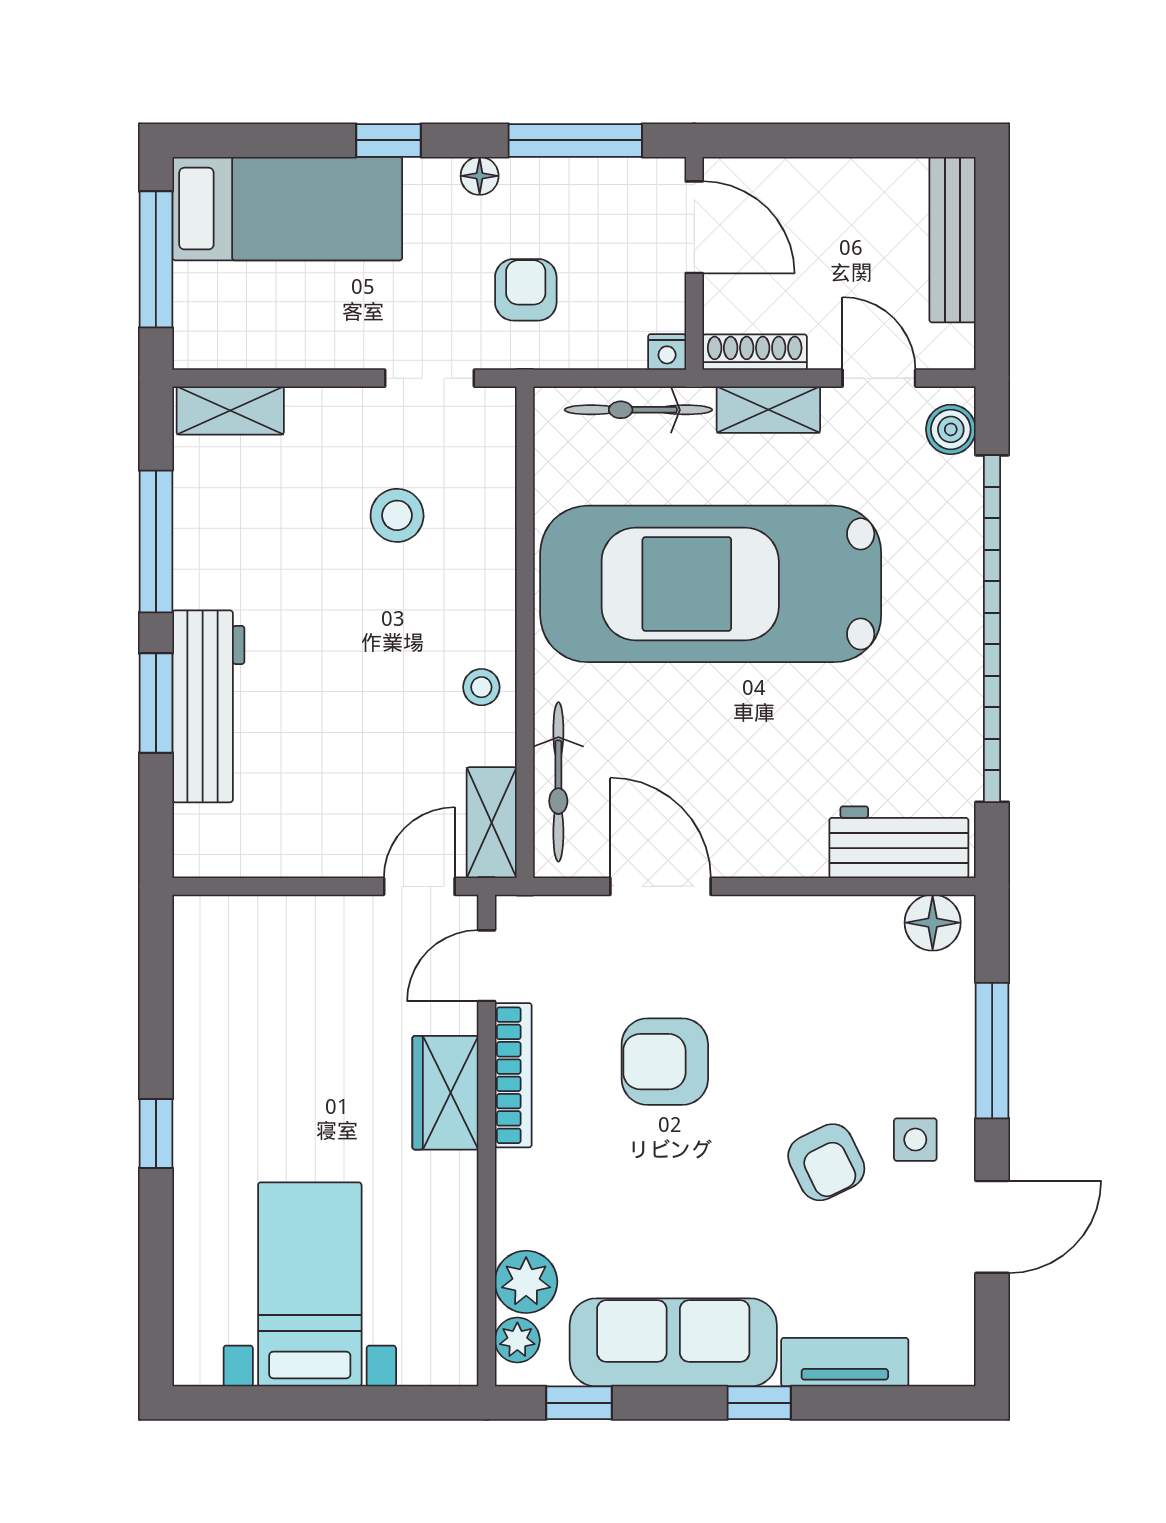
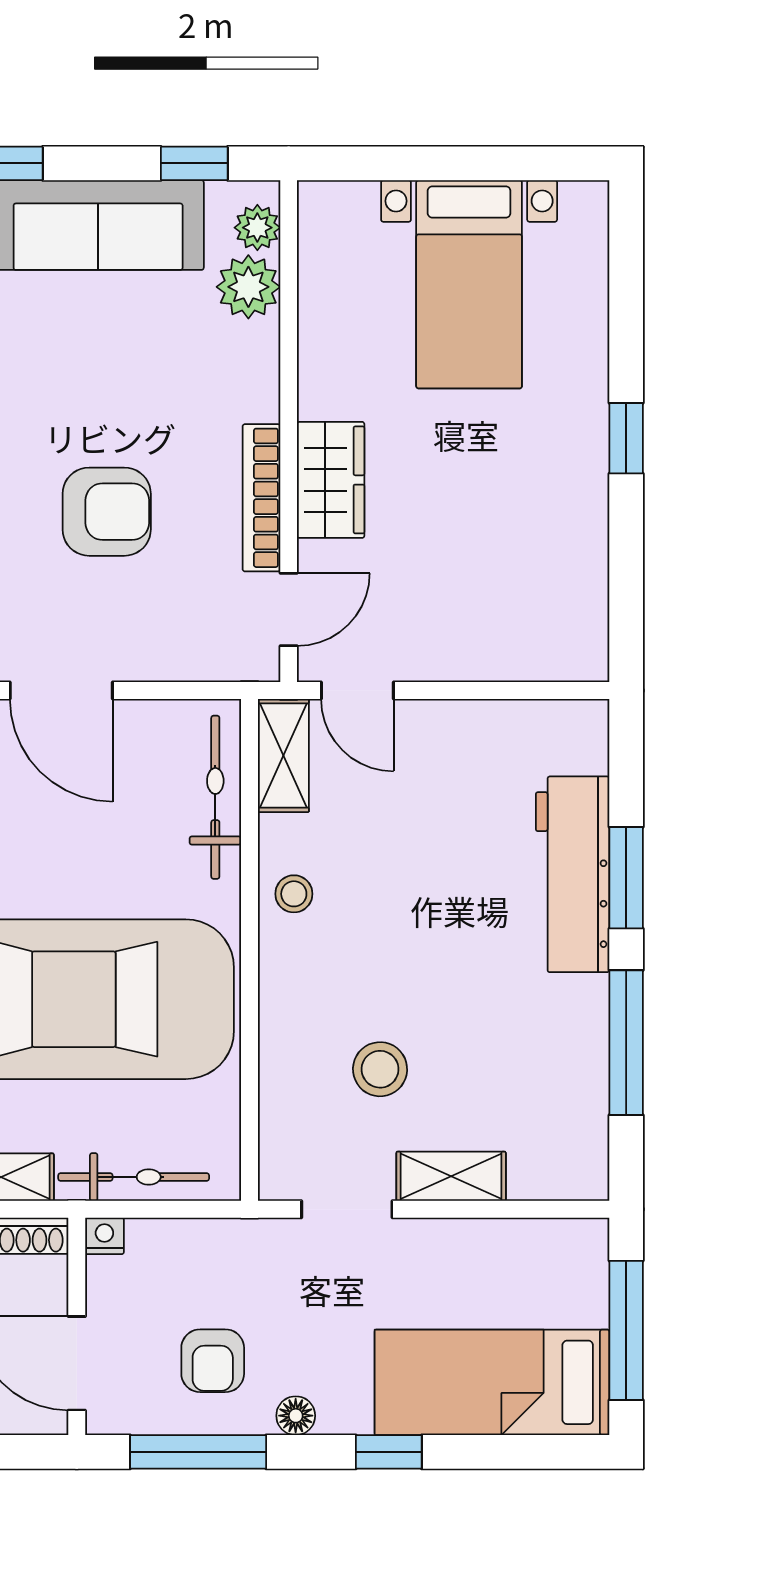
armchair: (526, 290) -> (213, 1361), moved
shelving: (230, 410) -> (451, 1176), moved
door: (419, 886) -> (357, 691), hinge flipped
door: (661, 886) -> (61, 691), moved

